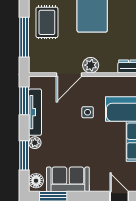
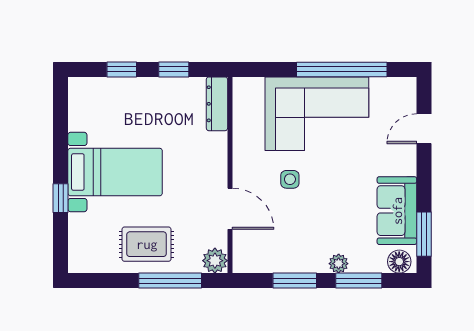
plant: (91, 65) -> (215, 261), moved
window: (24, 101) -> (295, 281), moved
tv unit: (35, 112) -> (290, 263), removed

